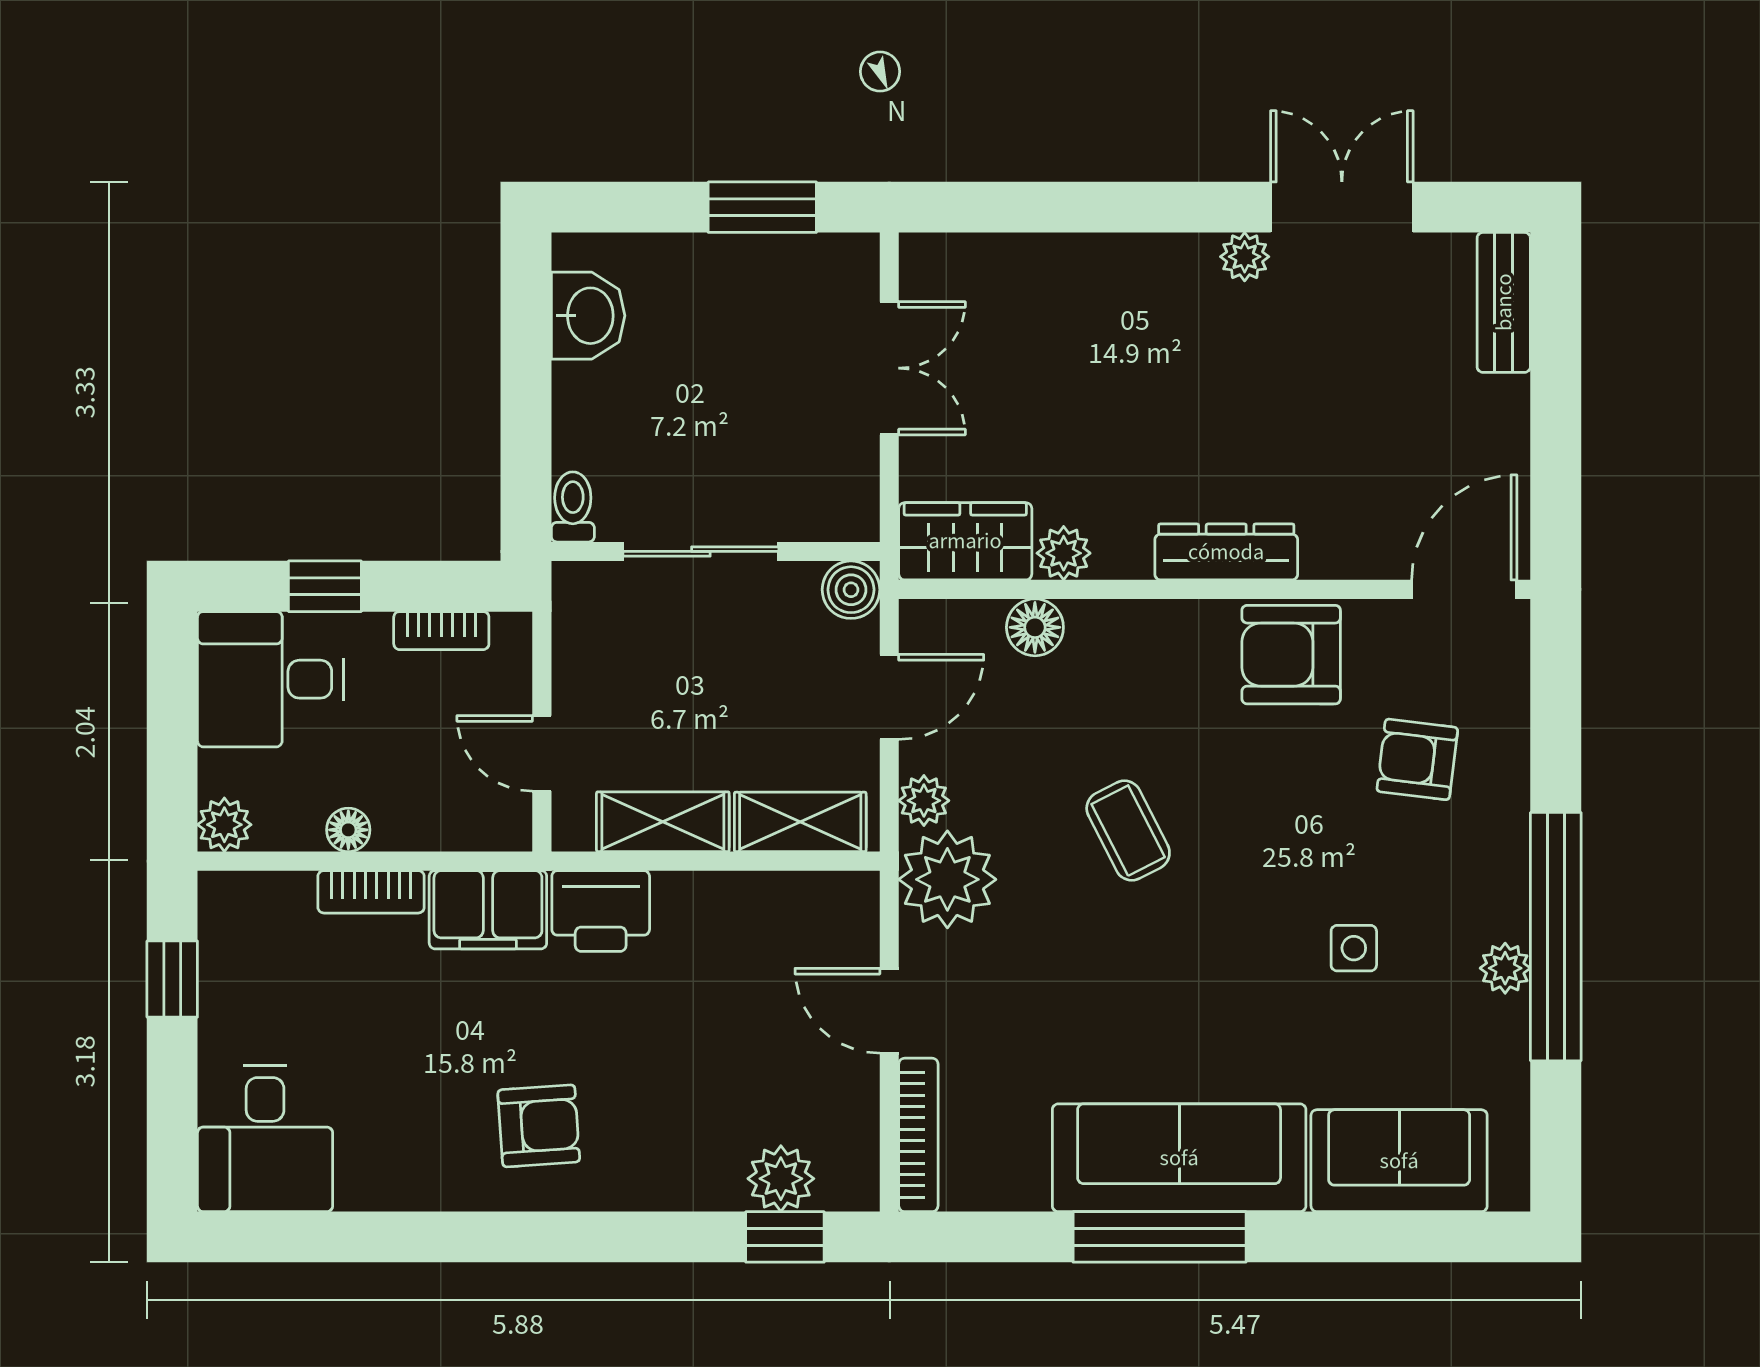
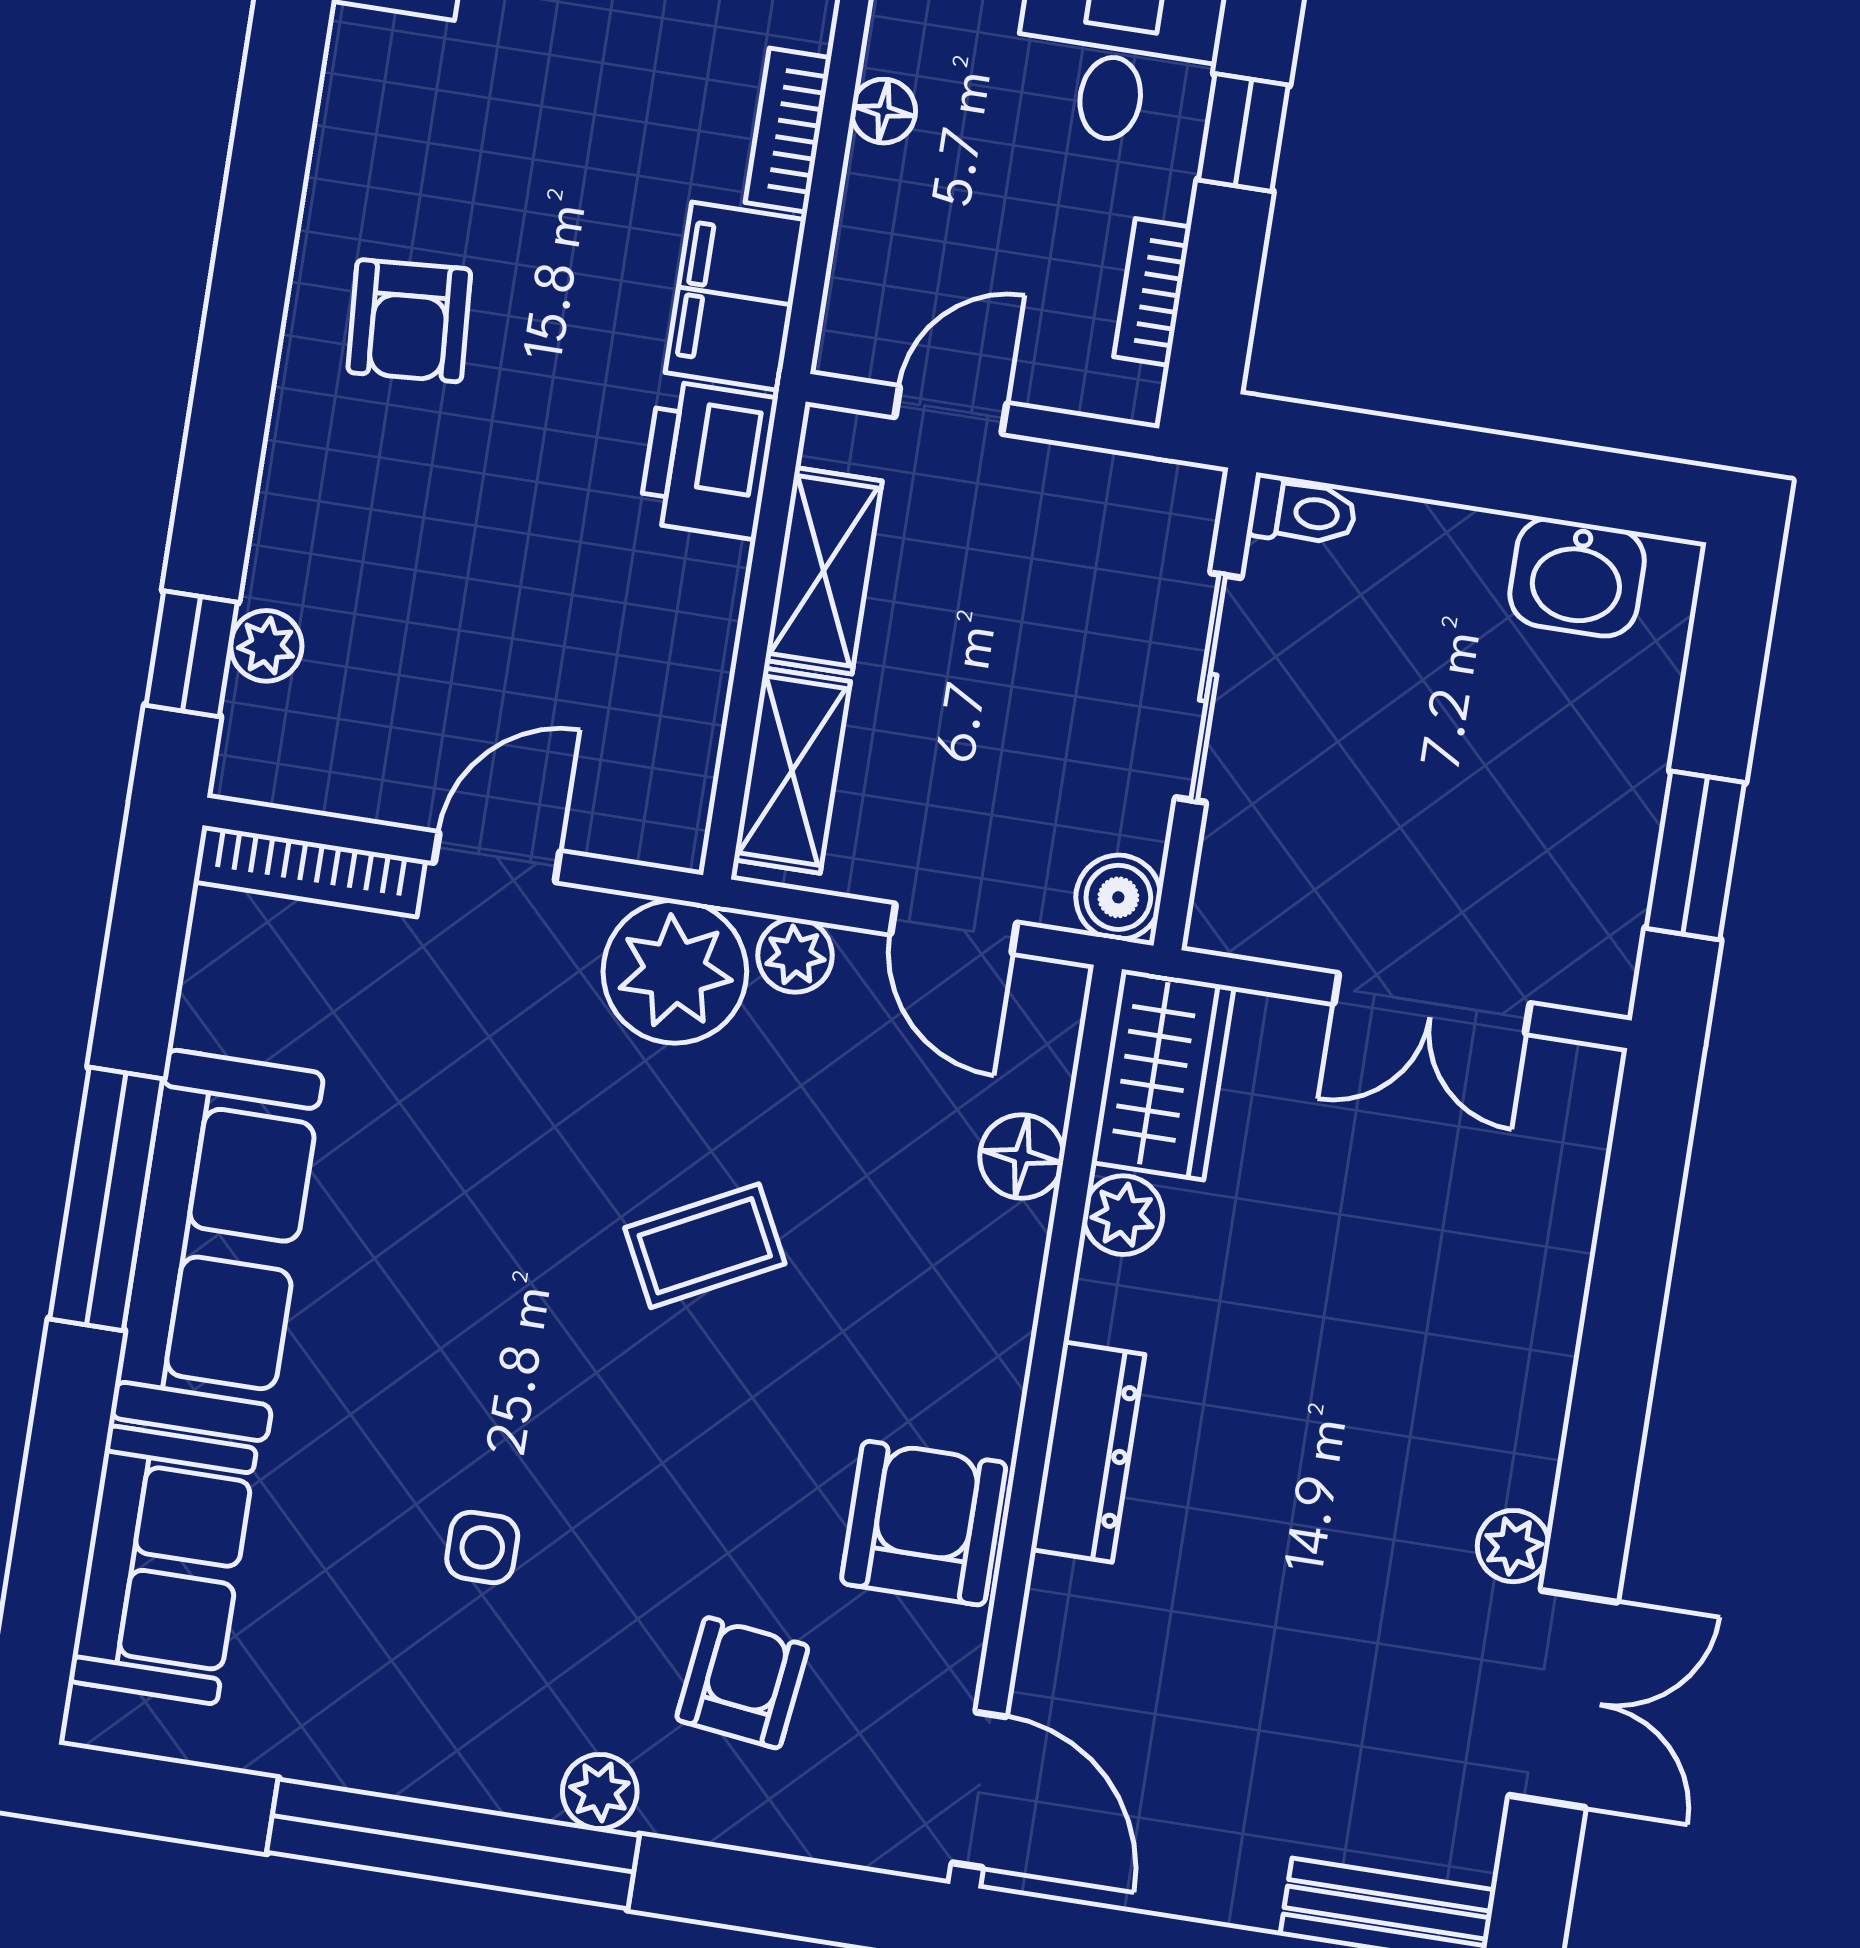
plant: (1505, 968) -> (600, 1791), moved
plant: (781, 1179) -> (266, 646), width x0.73, depth x0.73

